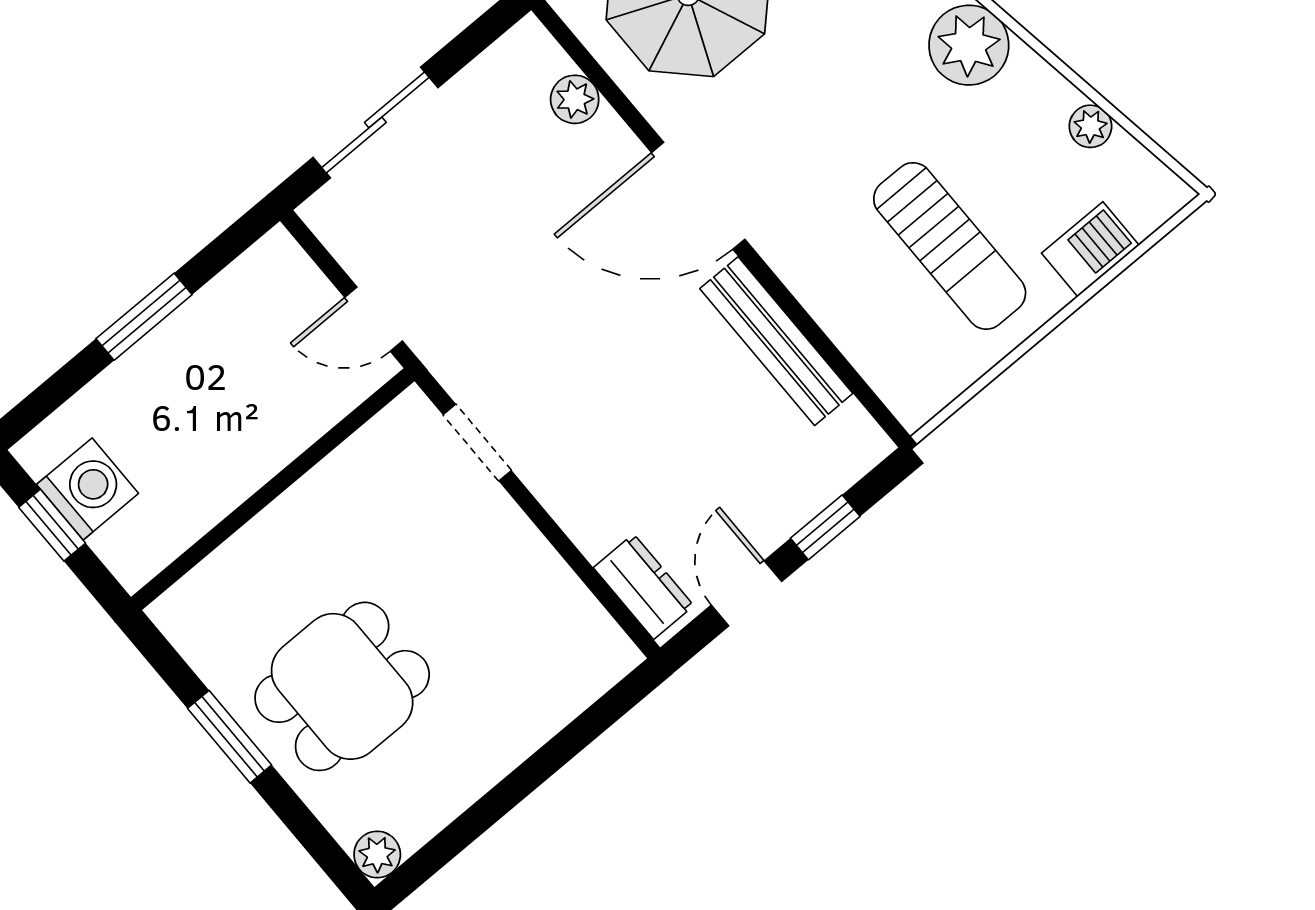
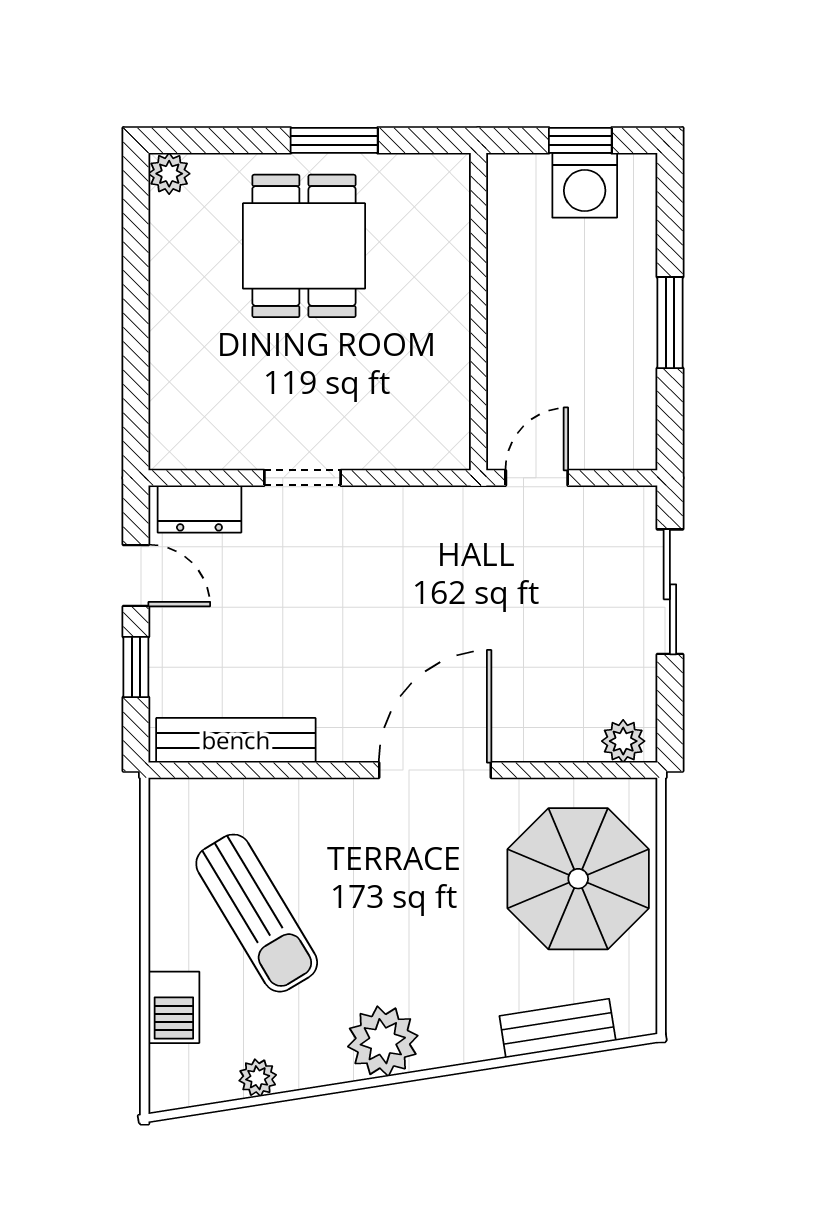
plant: (575, 99) -> (623, 741), moved
sun lounger: (950, 246) -> (257, 913), turned -121
bench: (776, 341) -> (236, 740), moved
doorway: (477, 443) -> (302, 478), moved

